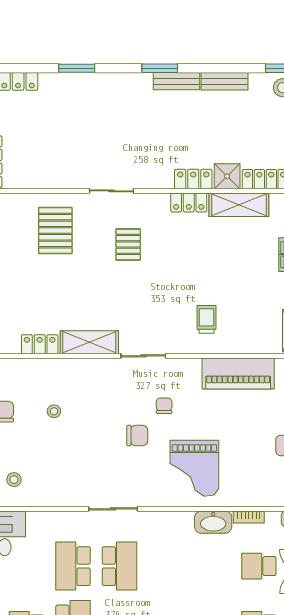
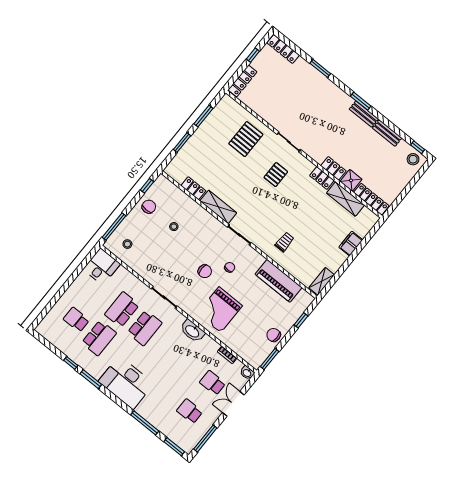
washbasin: (213, 522) -> (192, 331), moved

